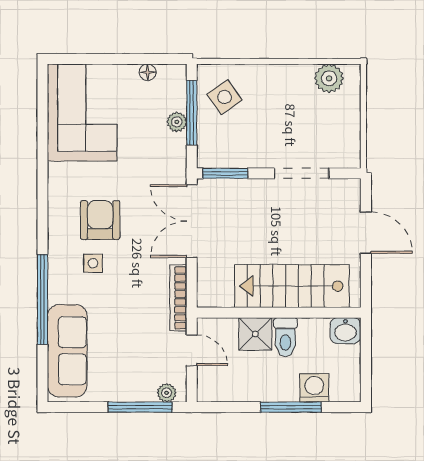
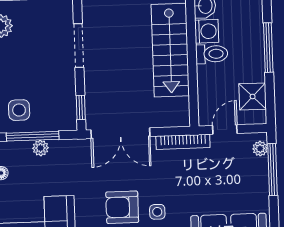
side table: (225, 97) -> (19, 110), turned 35
window: (225, 173) -> (81, 107), width x0.67
shower: (255, 334) -> (253, 96), moved
washing machine: (314, 388) -> (207, 31), moved, turned 180

